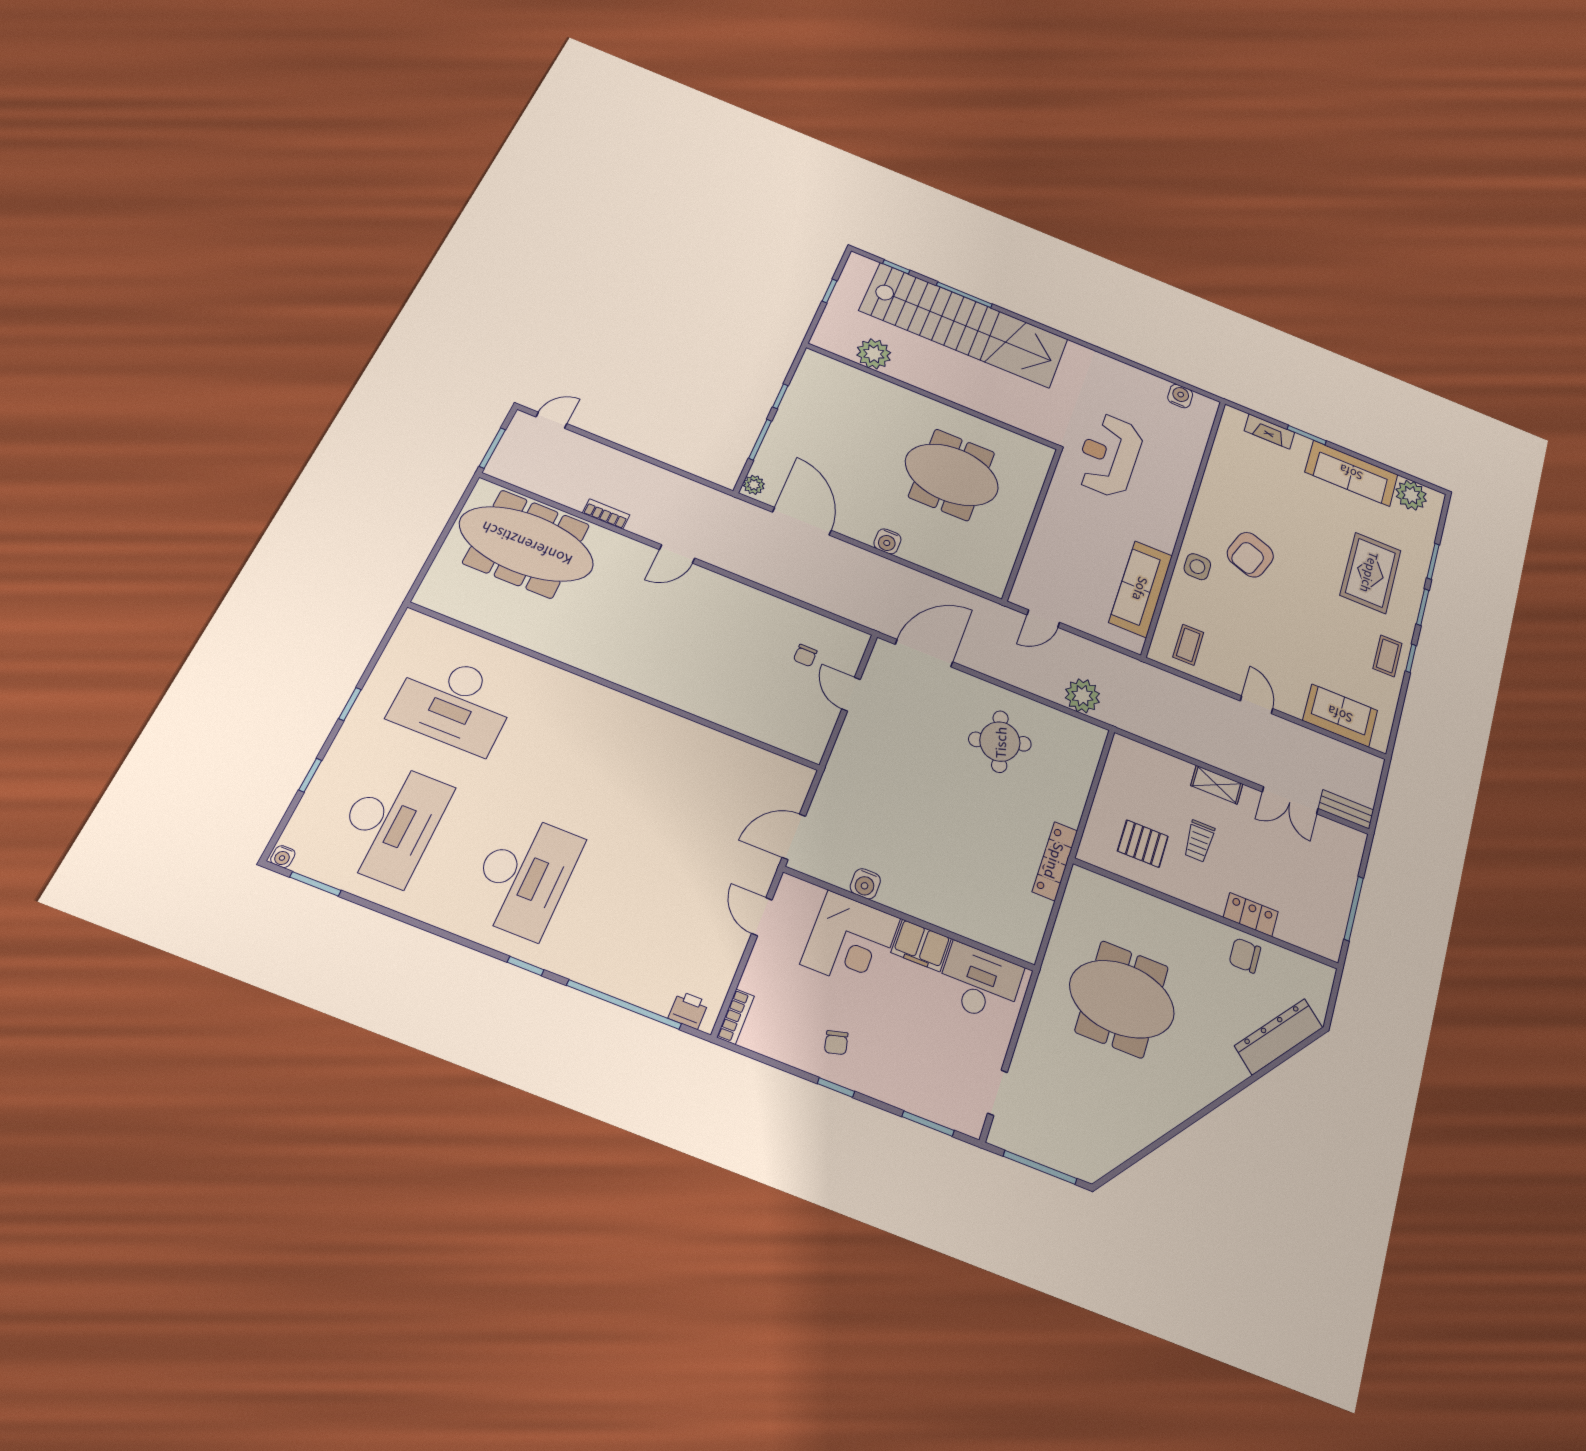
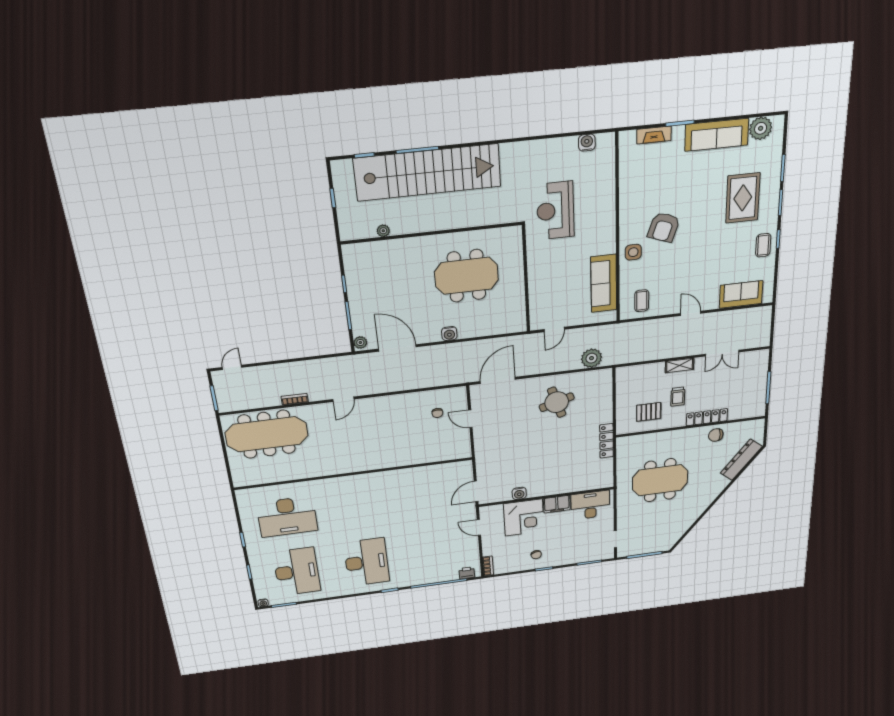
plant: (874, 354) -> (383, 231), width x0.53, depth x0.53
bench: (1346, 809) -> (755, 342), removed
locker: (1251, 915) -> (707, 417), width x1.53

